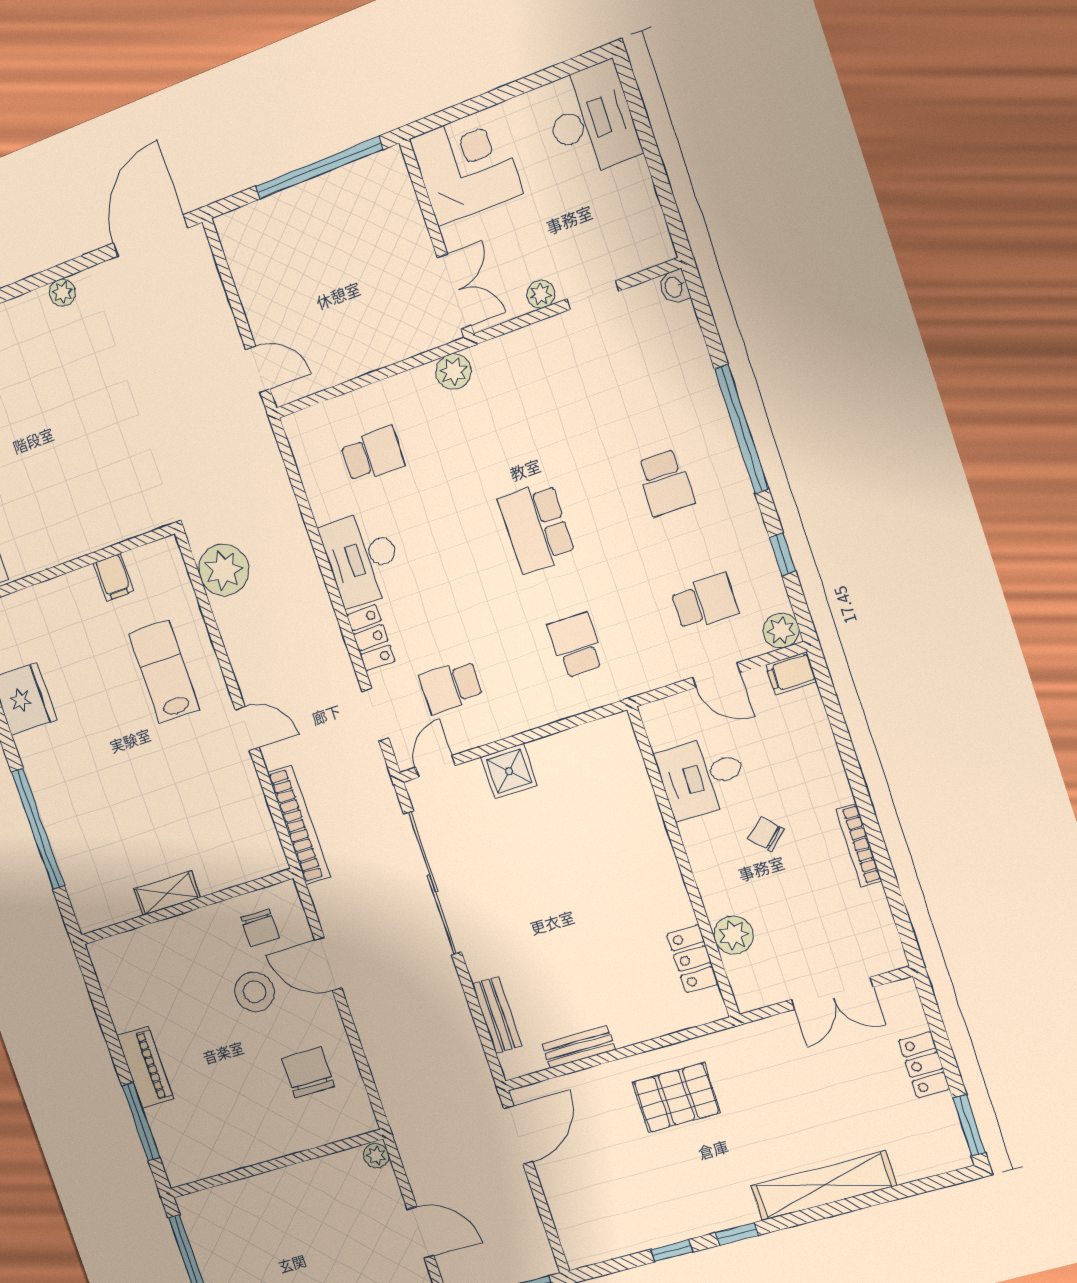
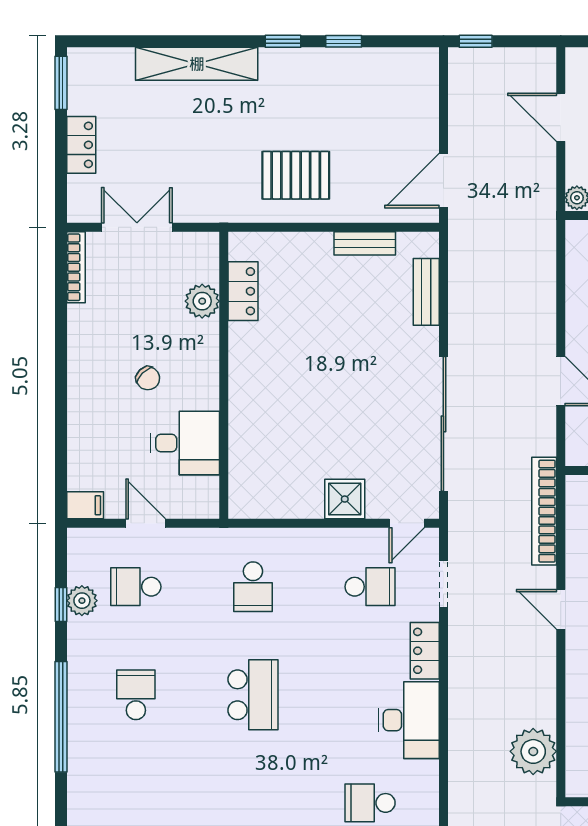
plant: (781, 631) -> (82, 601), moved
bookcase: (859, 845) -> (76, 267), moved

